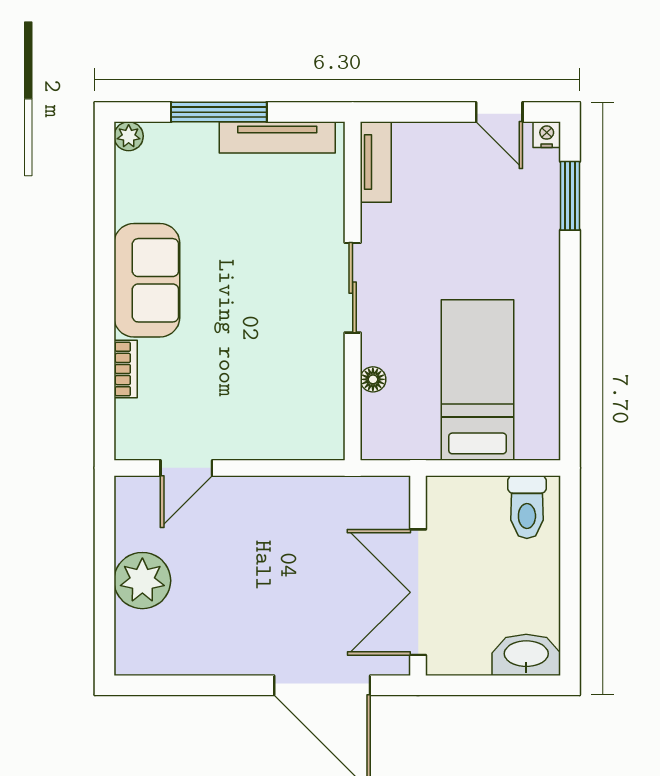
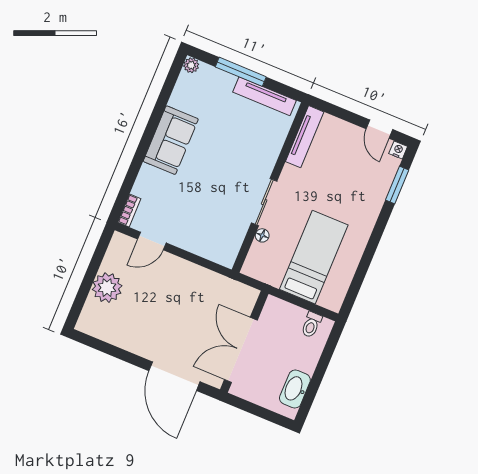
tv unit: (376, 162) -> (305, 137), width x1.41
sliding door: (353, 288) -> (264, 202), moved
bookcase: (126, 369) -> (129, 210), moved
toilet: (527, 507) -> (311, 325), width x0.73, depth x0.72
washbasin: (526, 655) -> (295, 389), moved, turned -90

